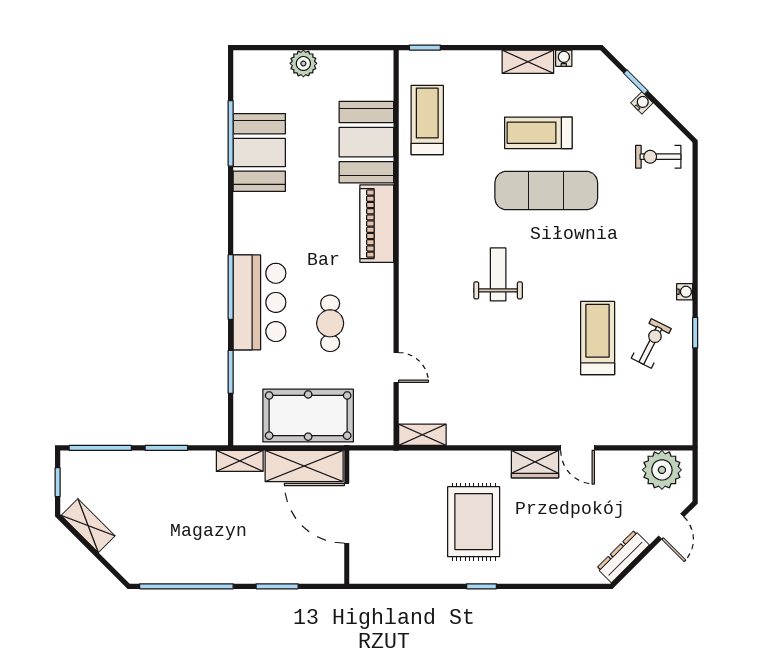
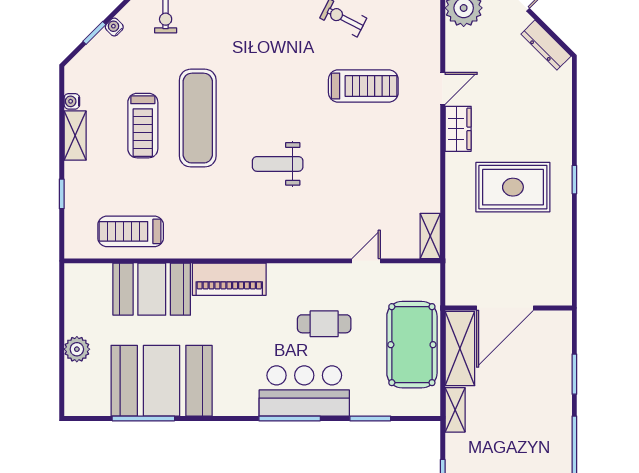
window: (425, 48) -> (62, 194), moved
booth: (259, 152) -> (162, 381), width x1.36, depth x1.42
treadmill: (598, 338) -> (363, 86), moved, turned 180

